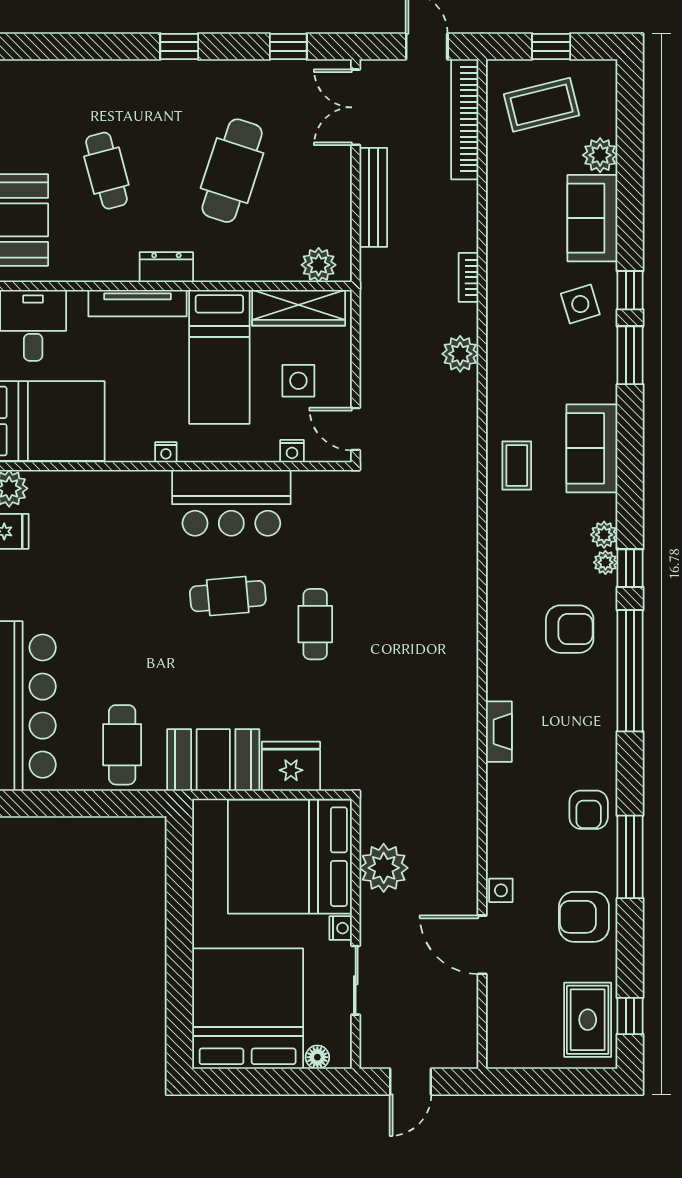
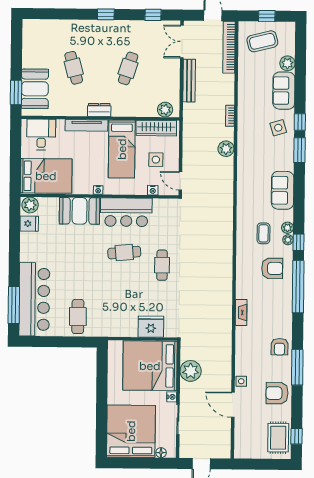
cafe table: (232, 171) -> (128, 68), width x0.73, depth x0.74
coffee table: (517, 466) -> (263, 233), moved
booth: (213, 760) -> (80, 211), moved

